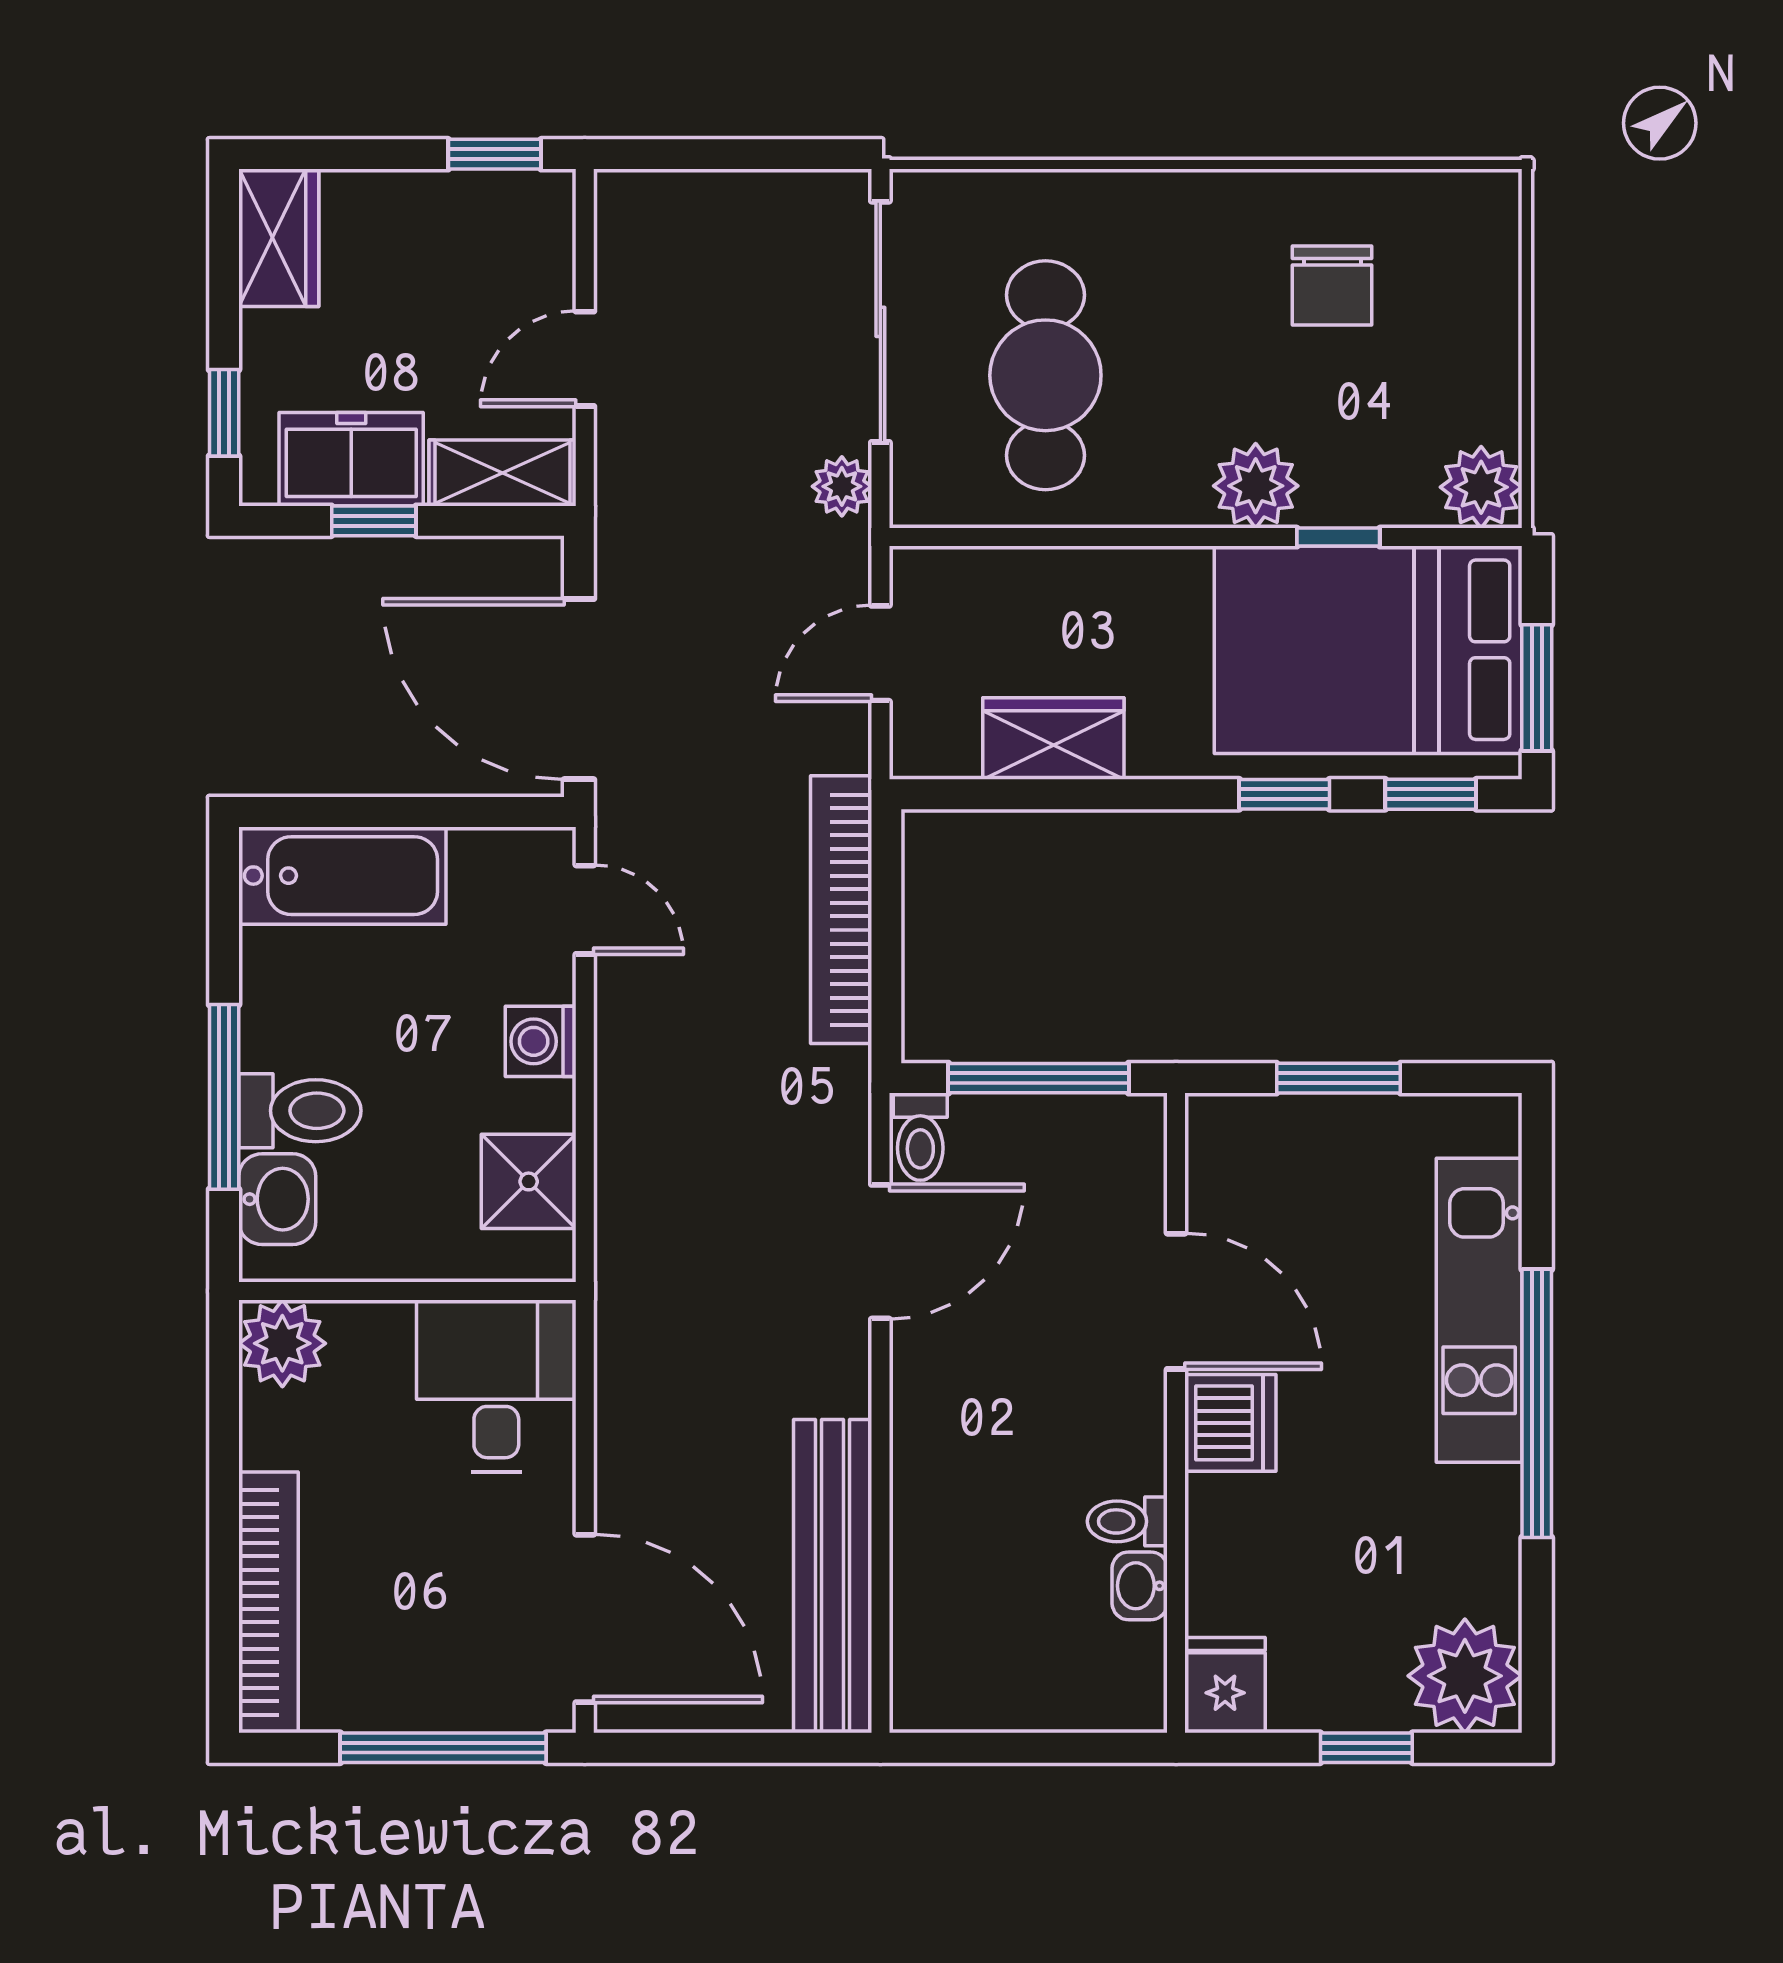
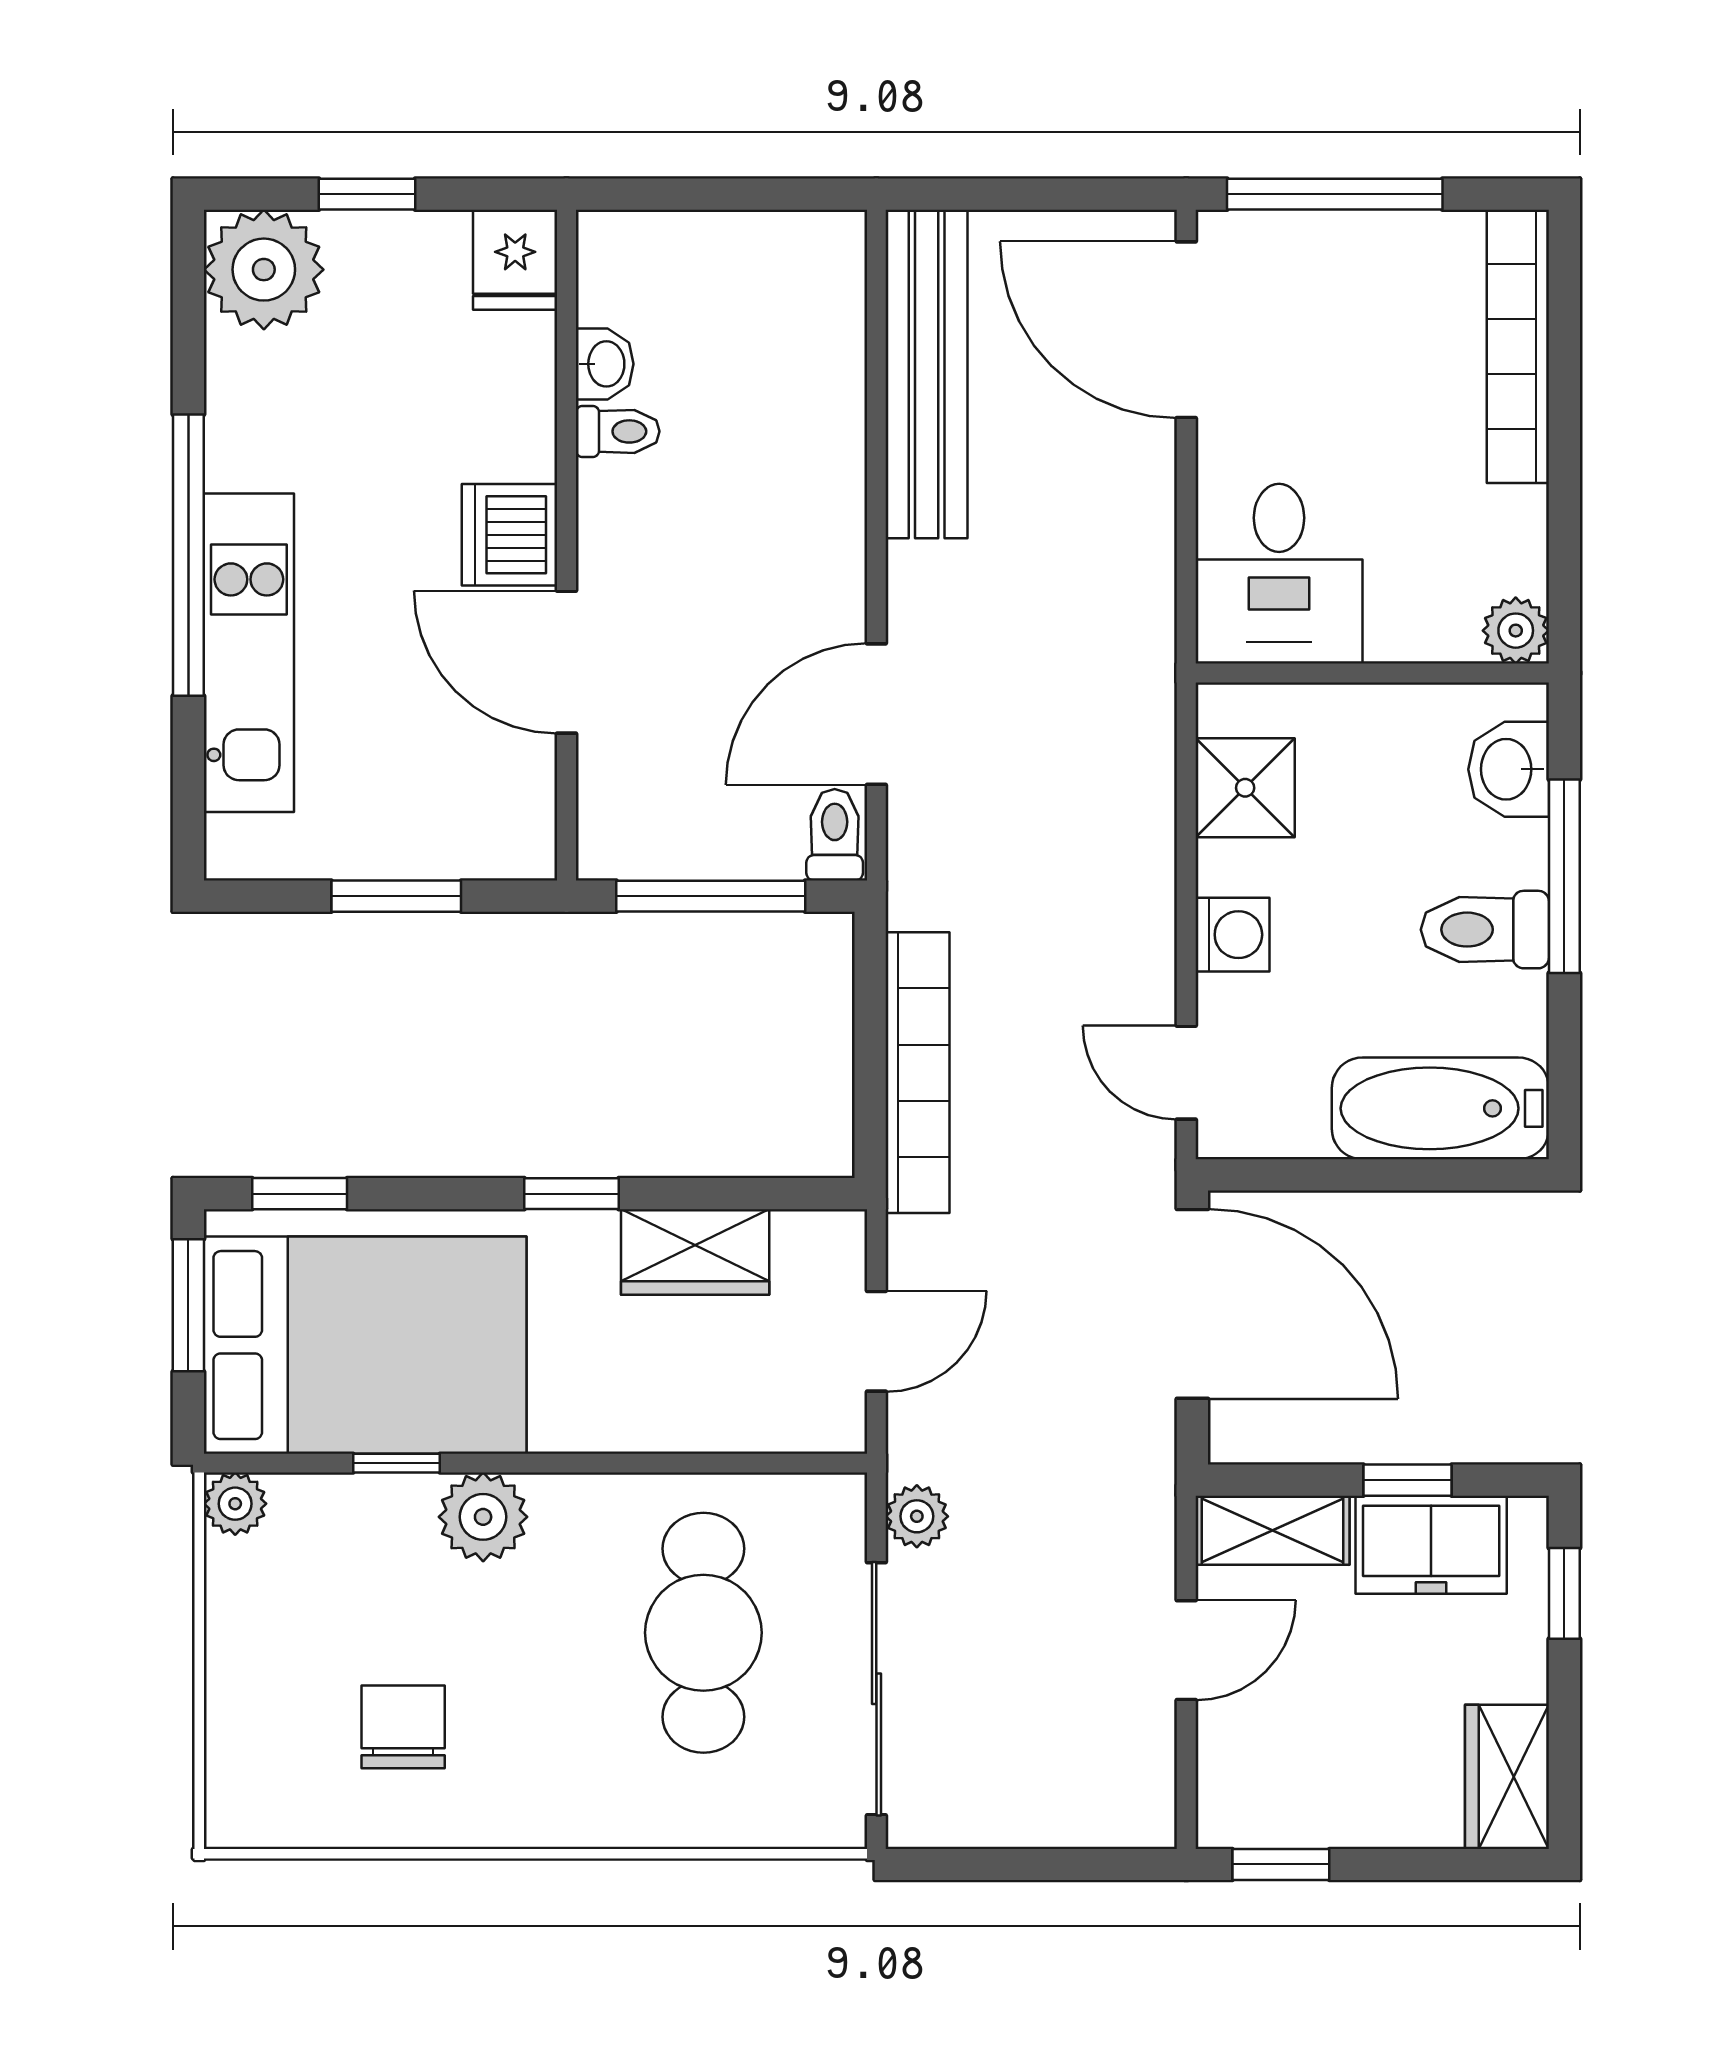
plant: (1481, 487) -> (235, 1504), width x0.73, depth x0.73
window: (1284, 794) -> (572, 1194), moved
toilet: (300, 1111) -> (1485, 930), moved
plant: (282, 1343) -> (1516, 631), width x0.73, depth x0.73

